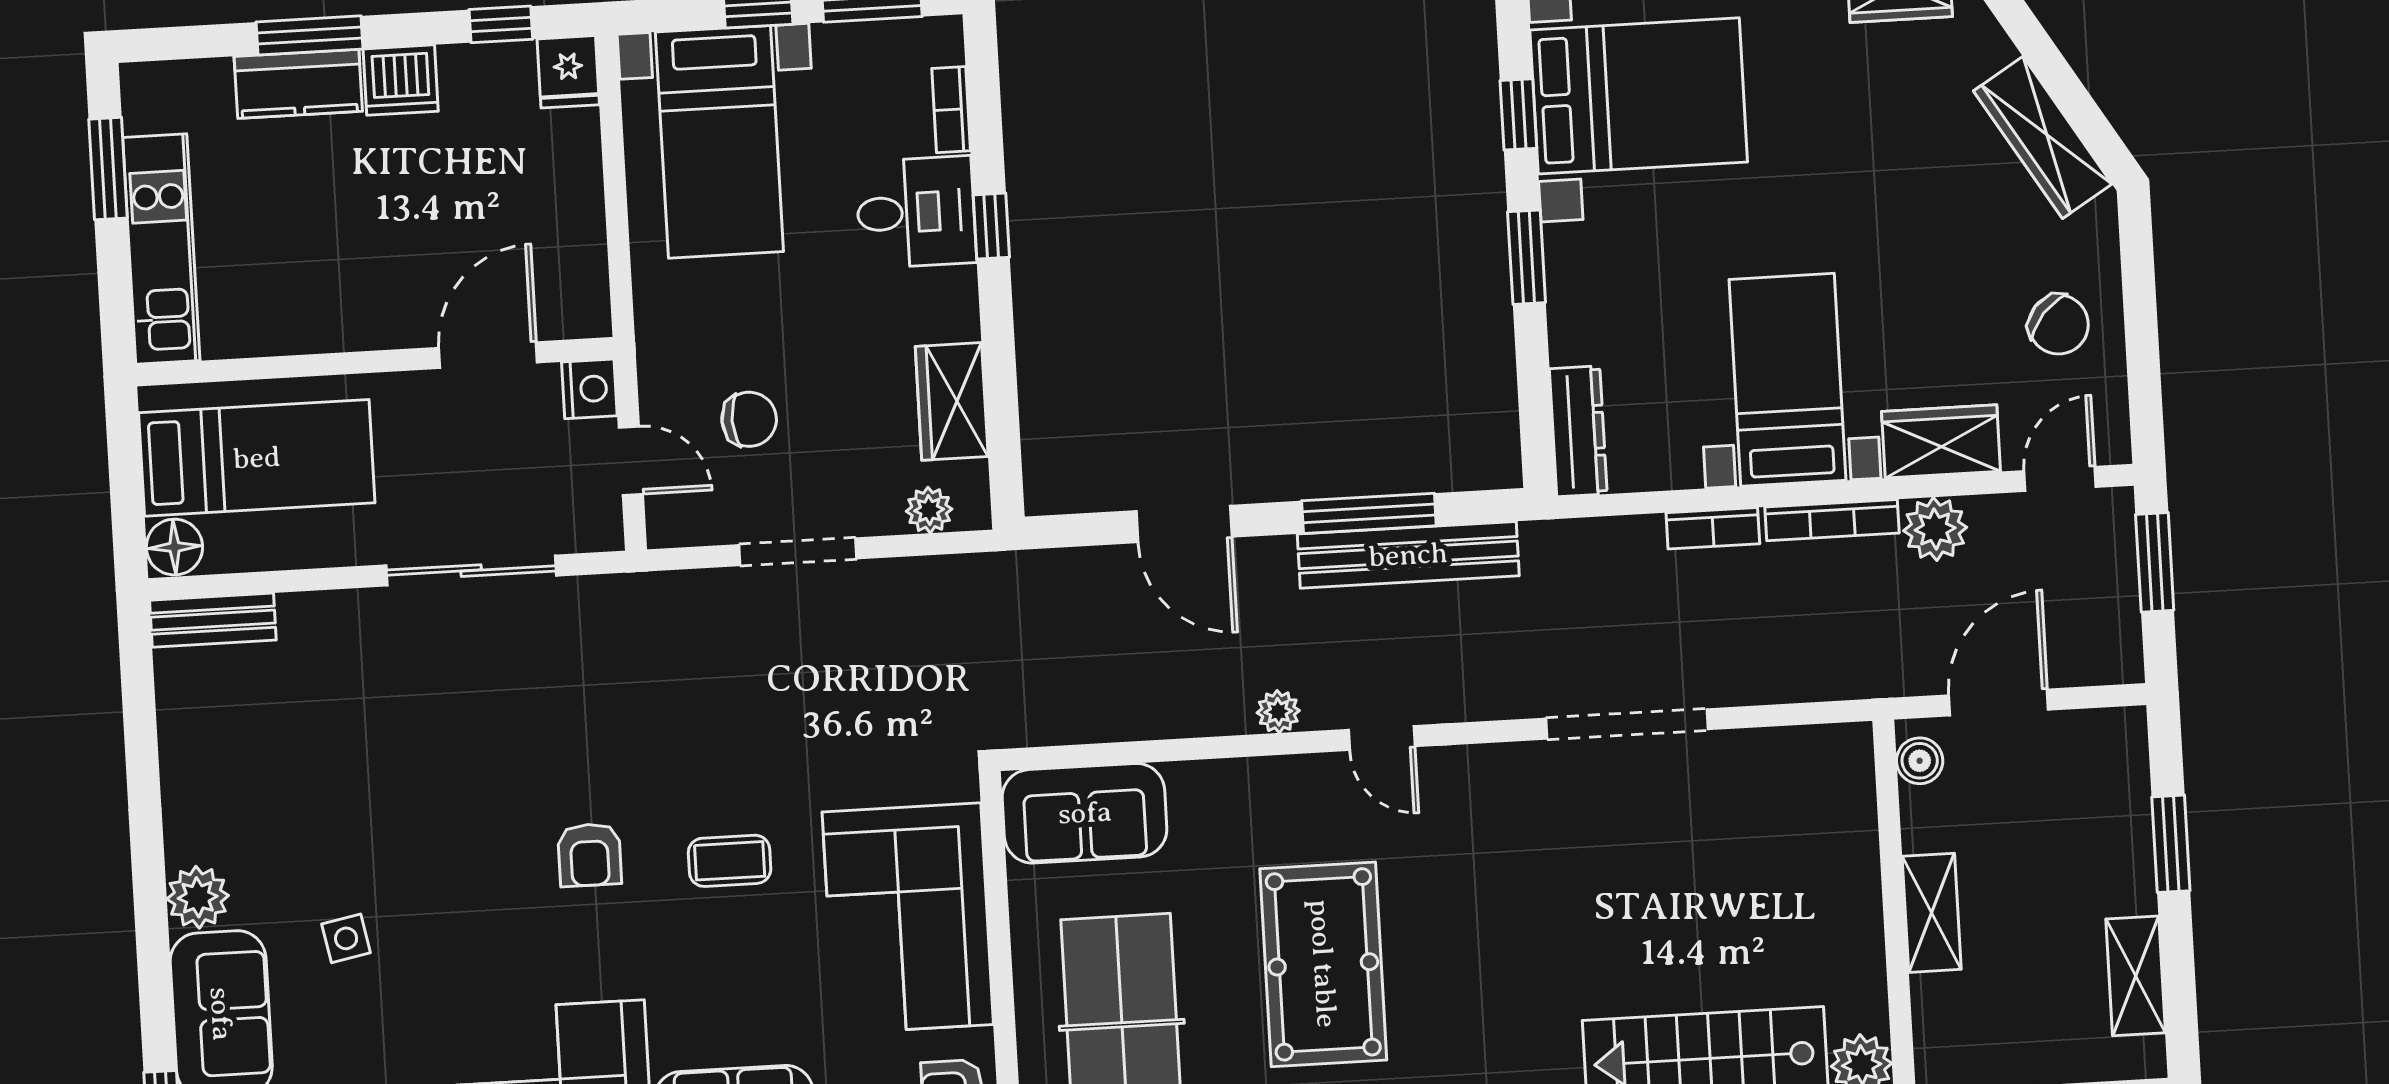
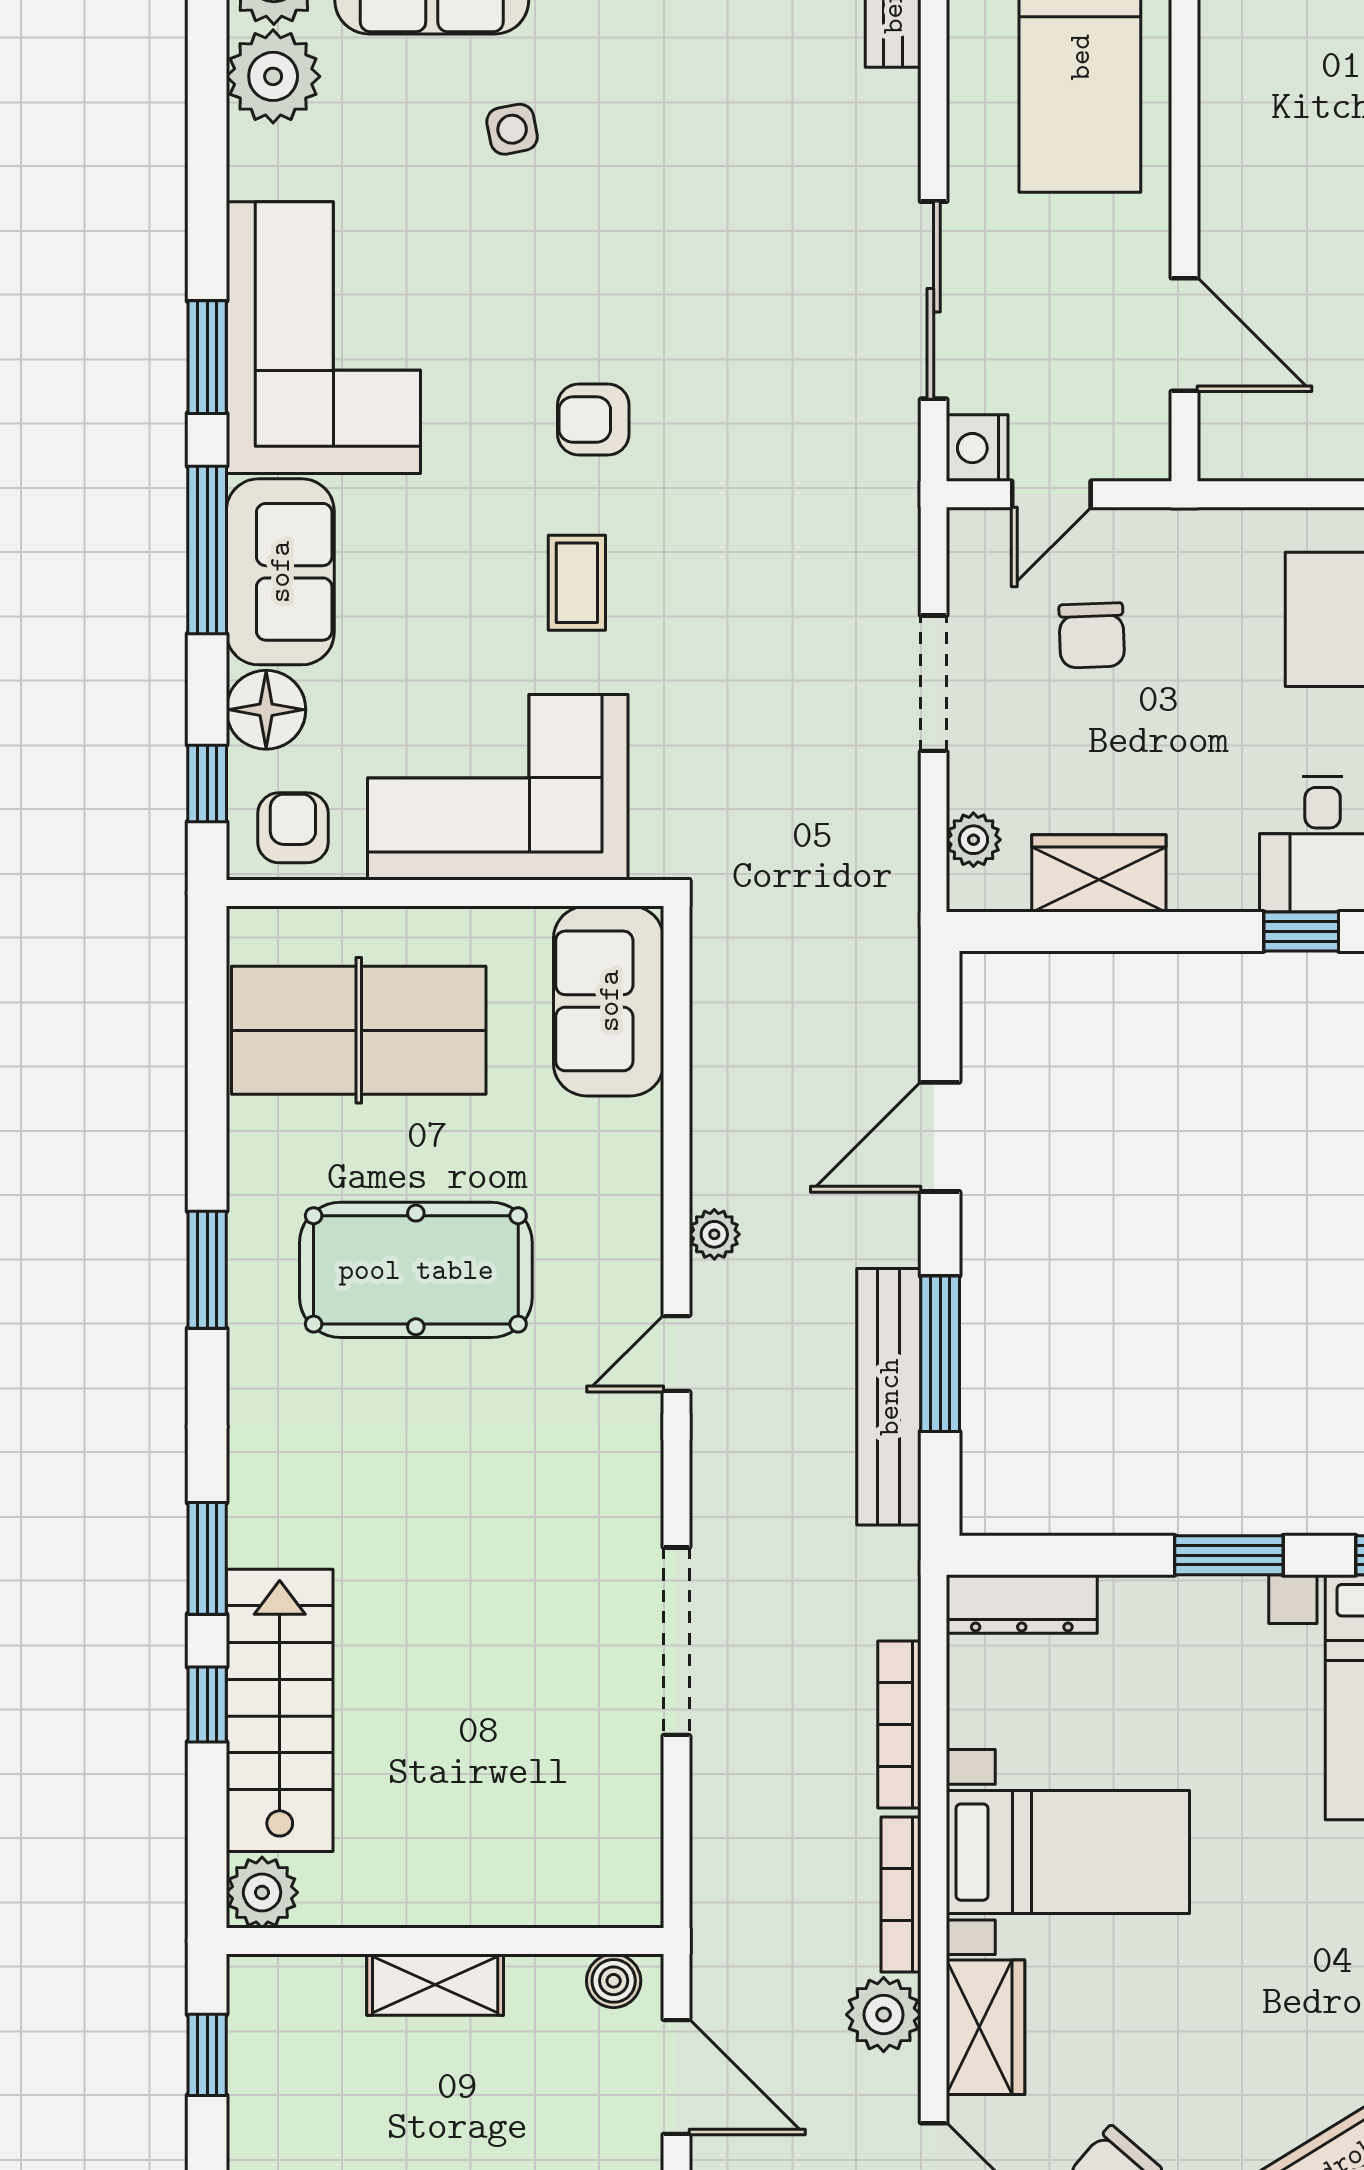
nightstand: (589, 389) -> (977, 448), moved, turned 90
bookcase: (1713, 528) -> (899, 1725), width x1.56

